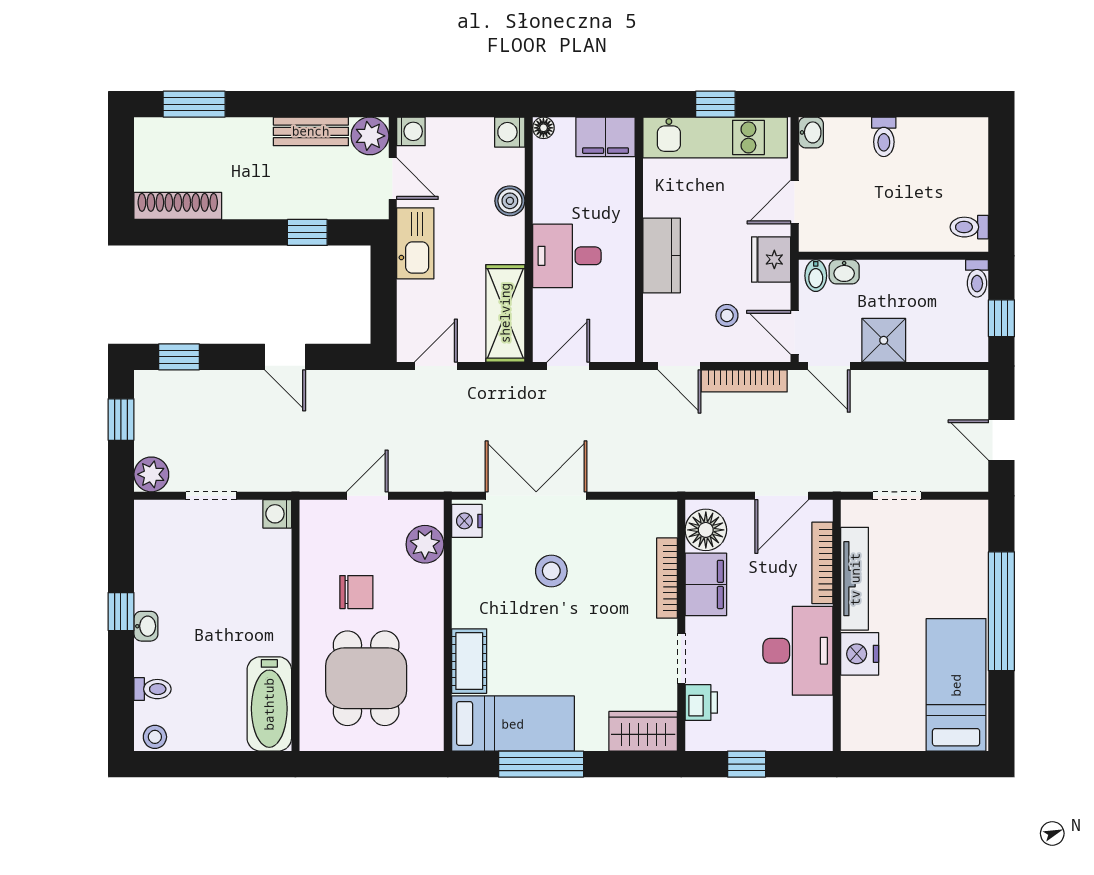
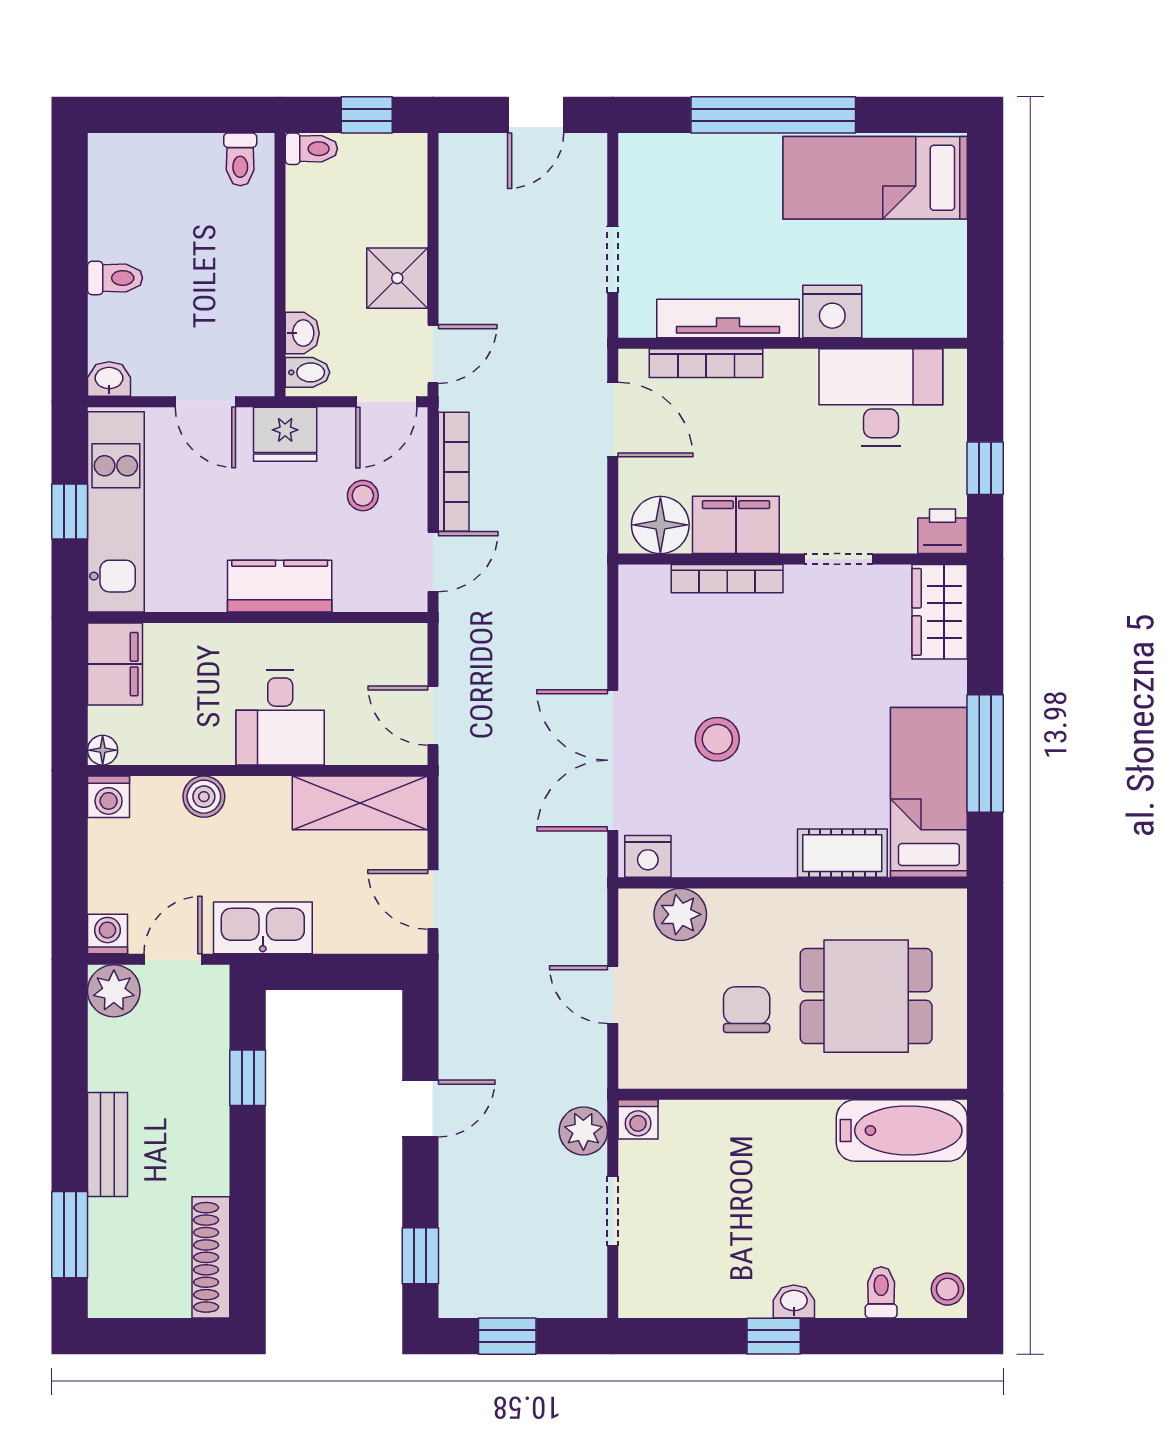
bench: (311, 131) -> (108, 1144), moved
plant: (151, 474) -> (583, 1131), moved
desk: (798, 651) -> (881, 397), moved
printer: (701, 702) -> (942, 531), moved

